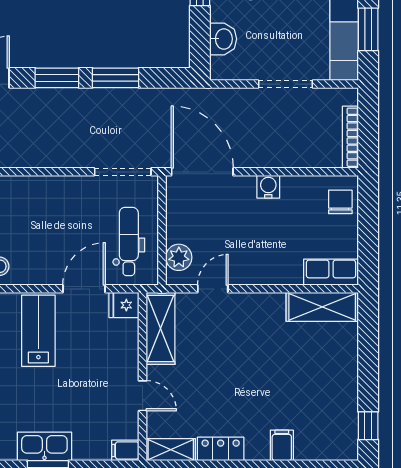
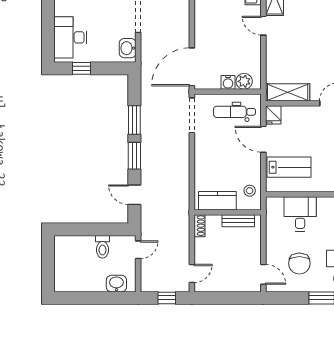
washbasin: (223, 39) -> (128, 48), moved, turned -90
water cooler: (268, 187) -> (228, 82), moved, turned -90
door: (213, 289) -> (263, 26), moved
lab bench: (38, 331) -> (289, 167), turned 180

